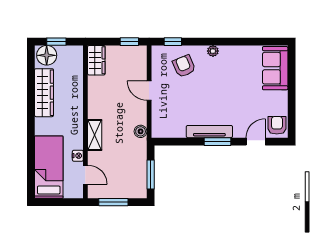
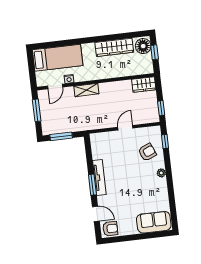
boiler: (141, 131) -> (93, 125), removed

